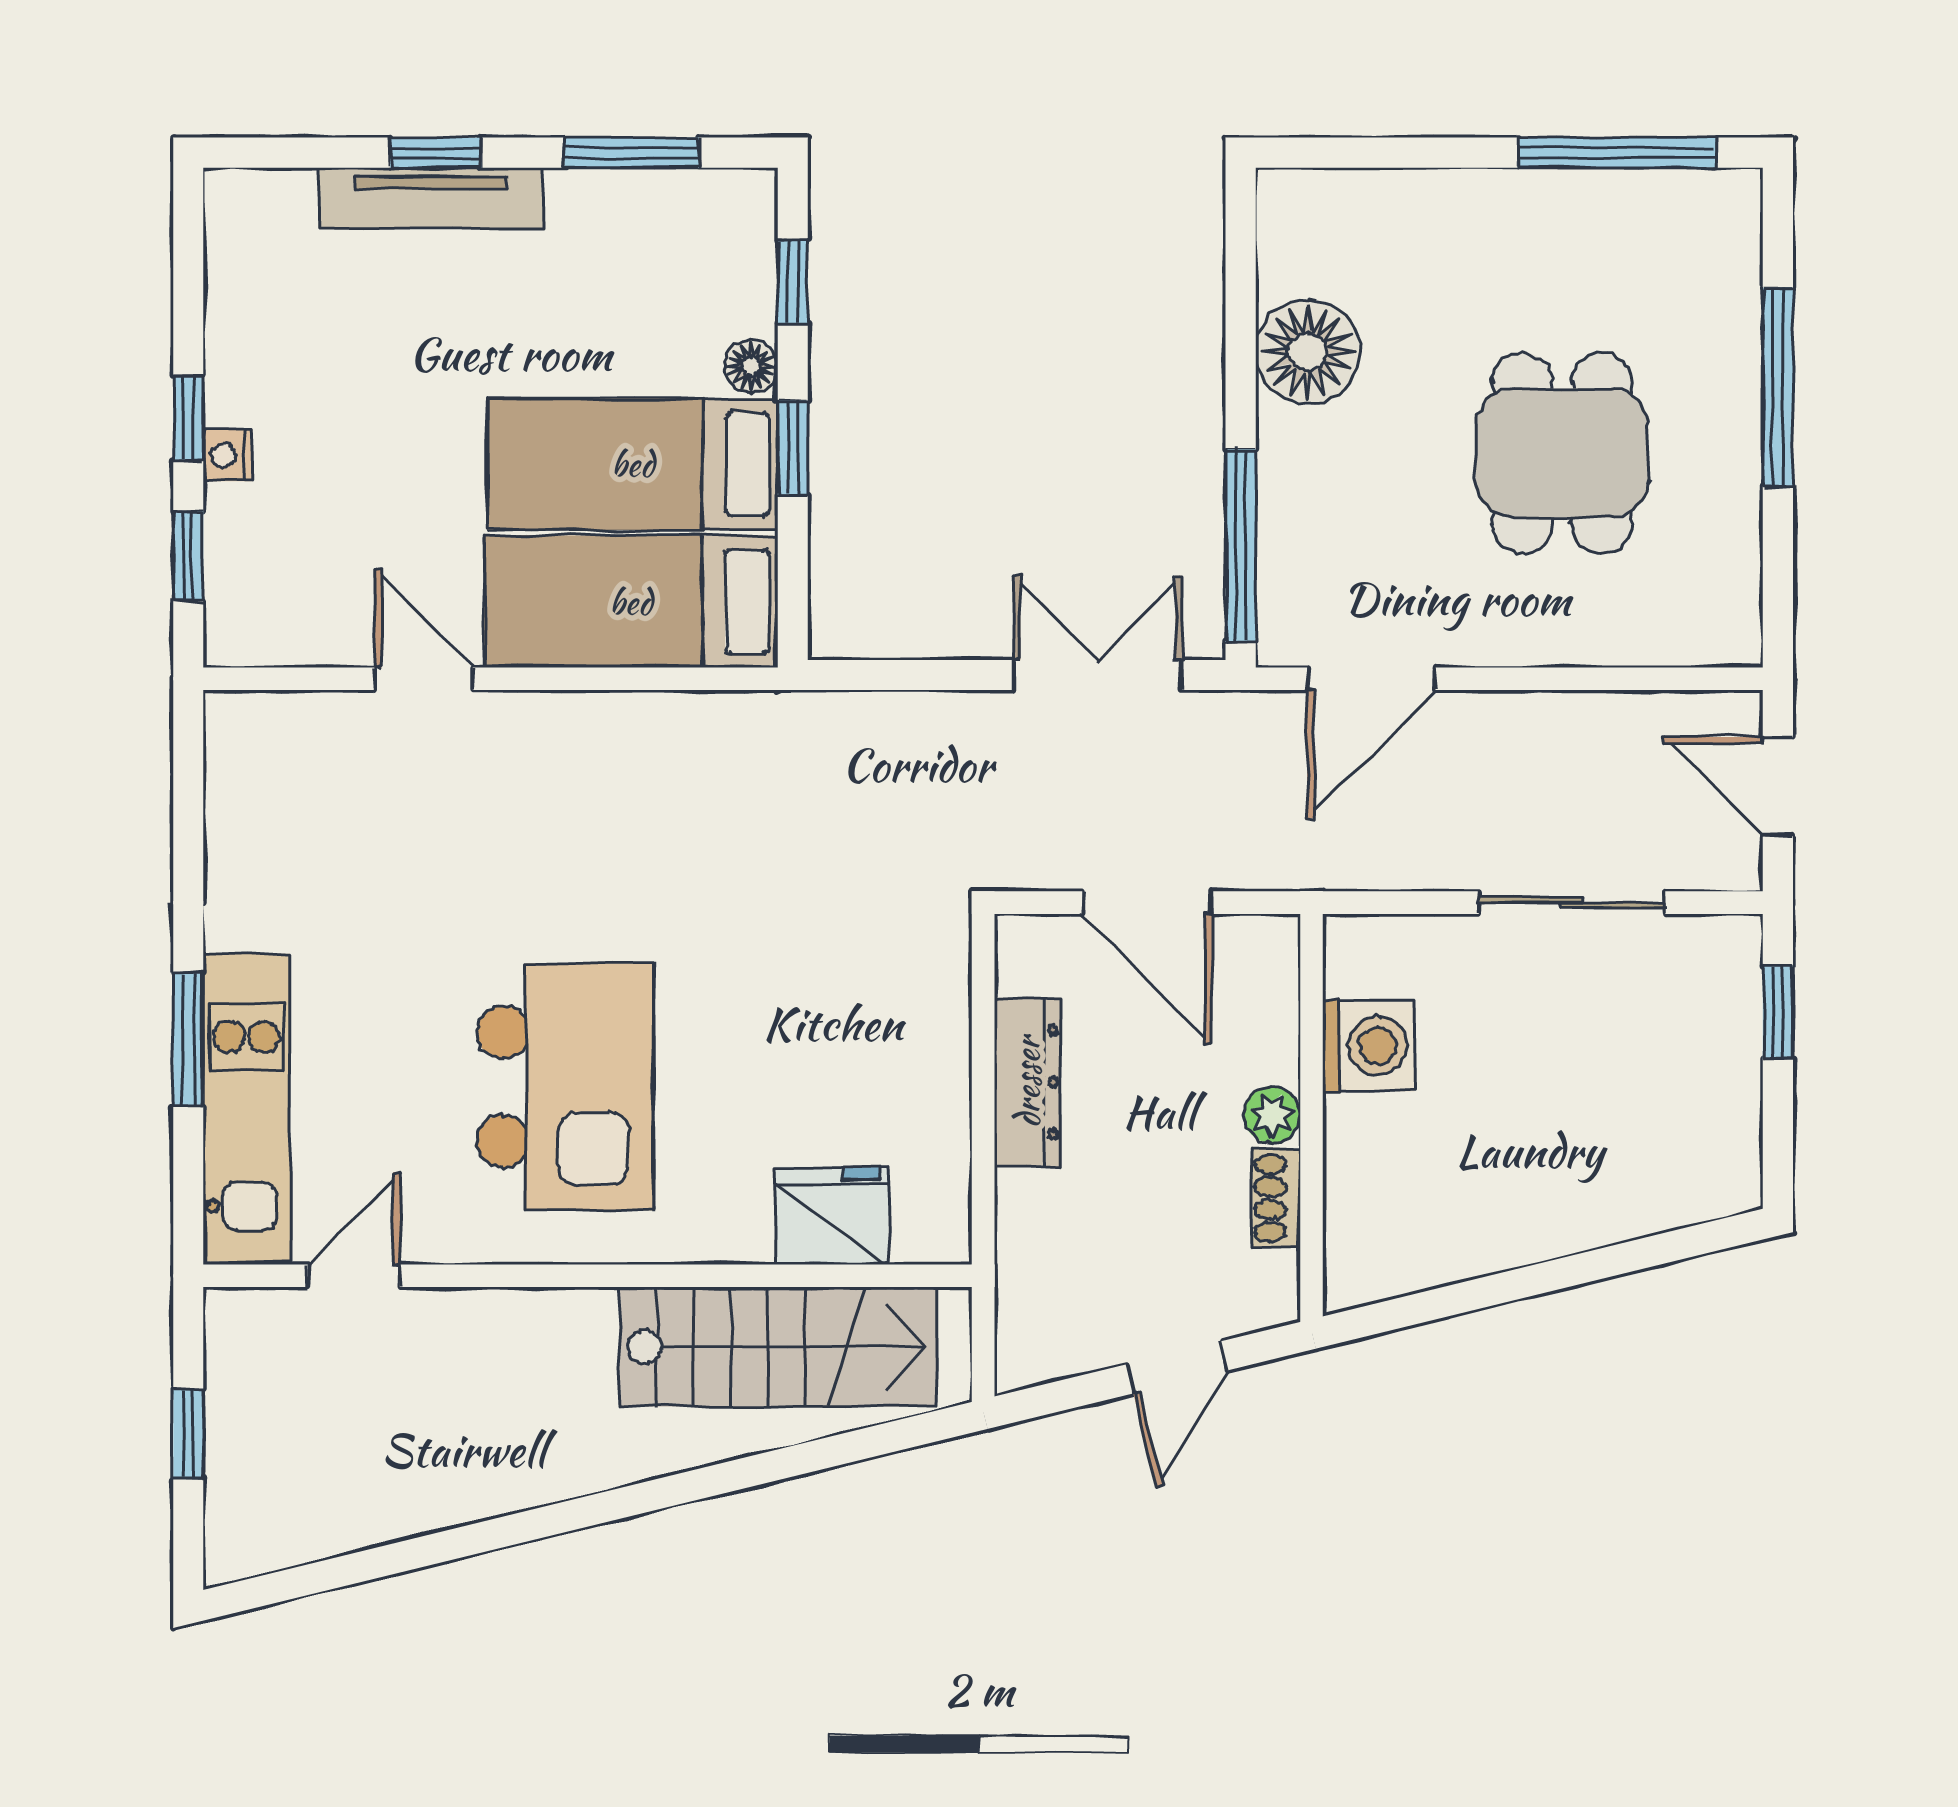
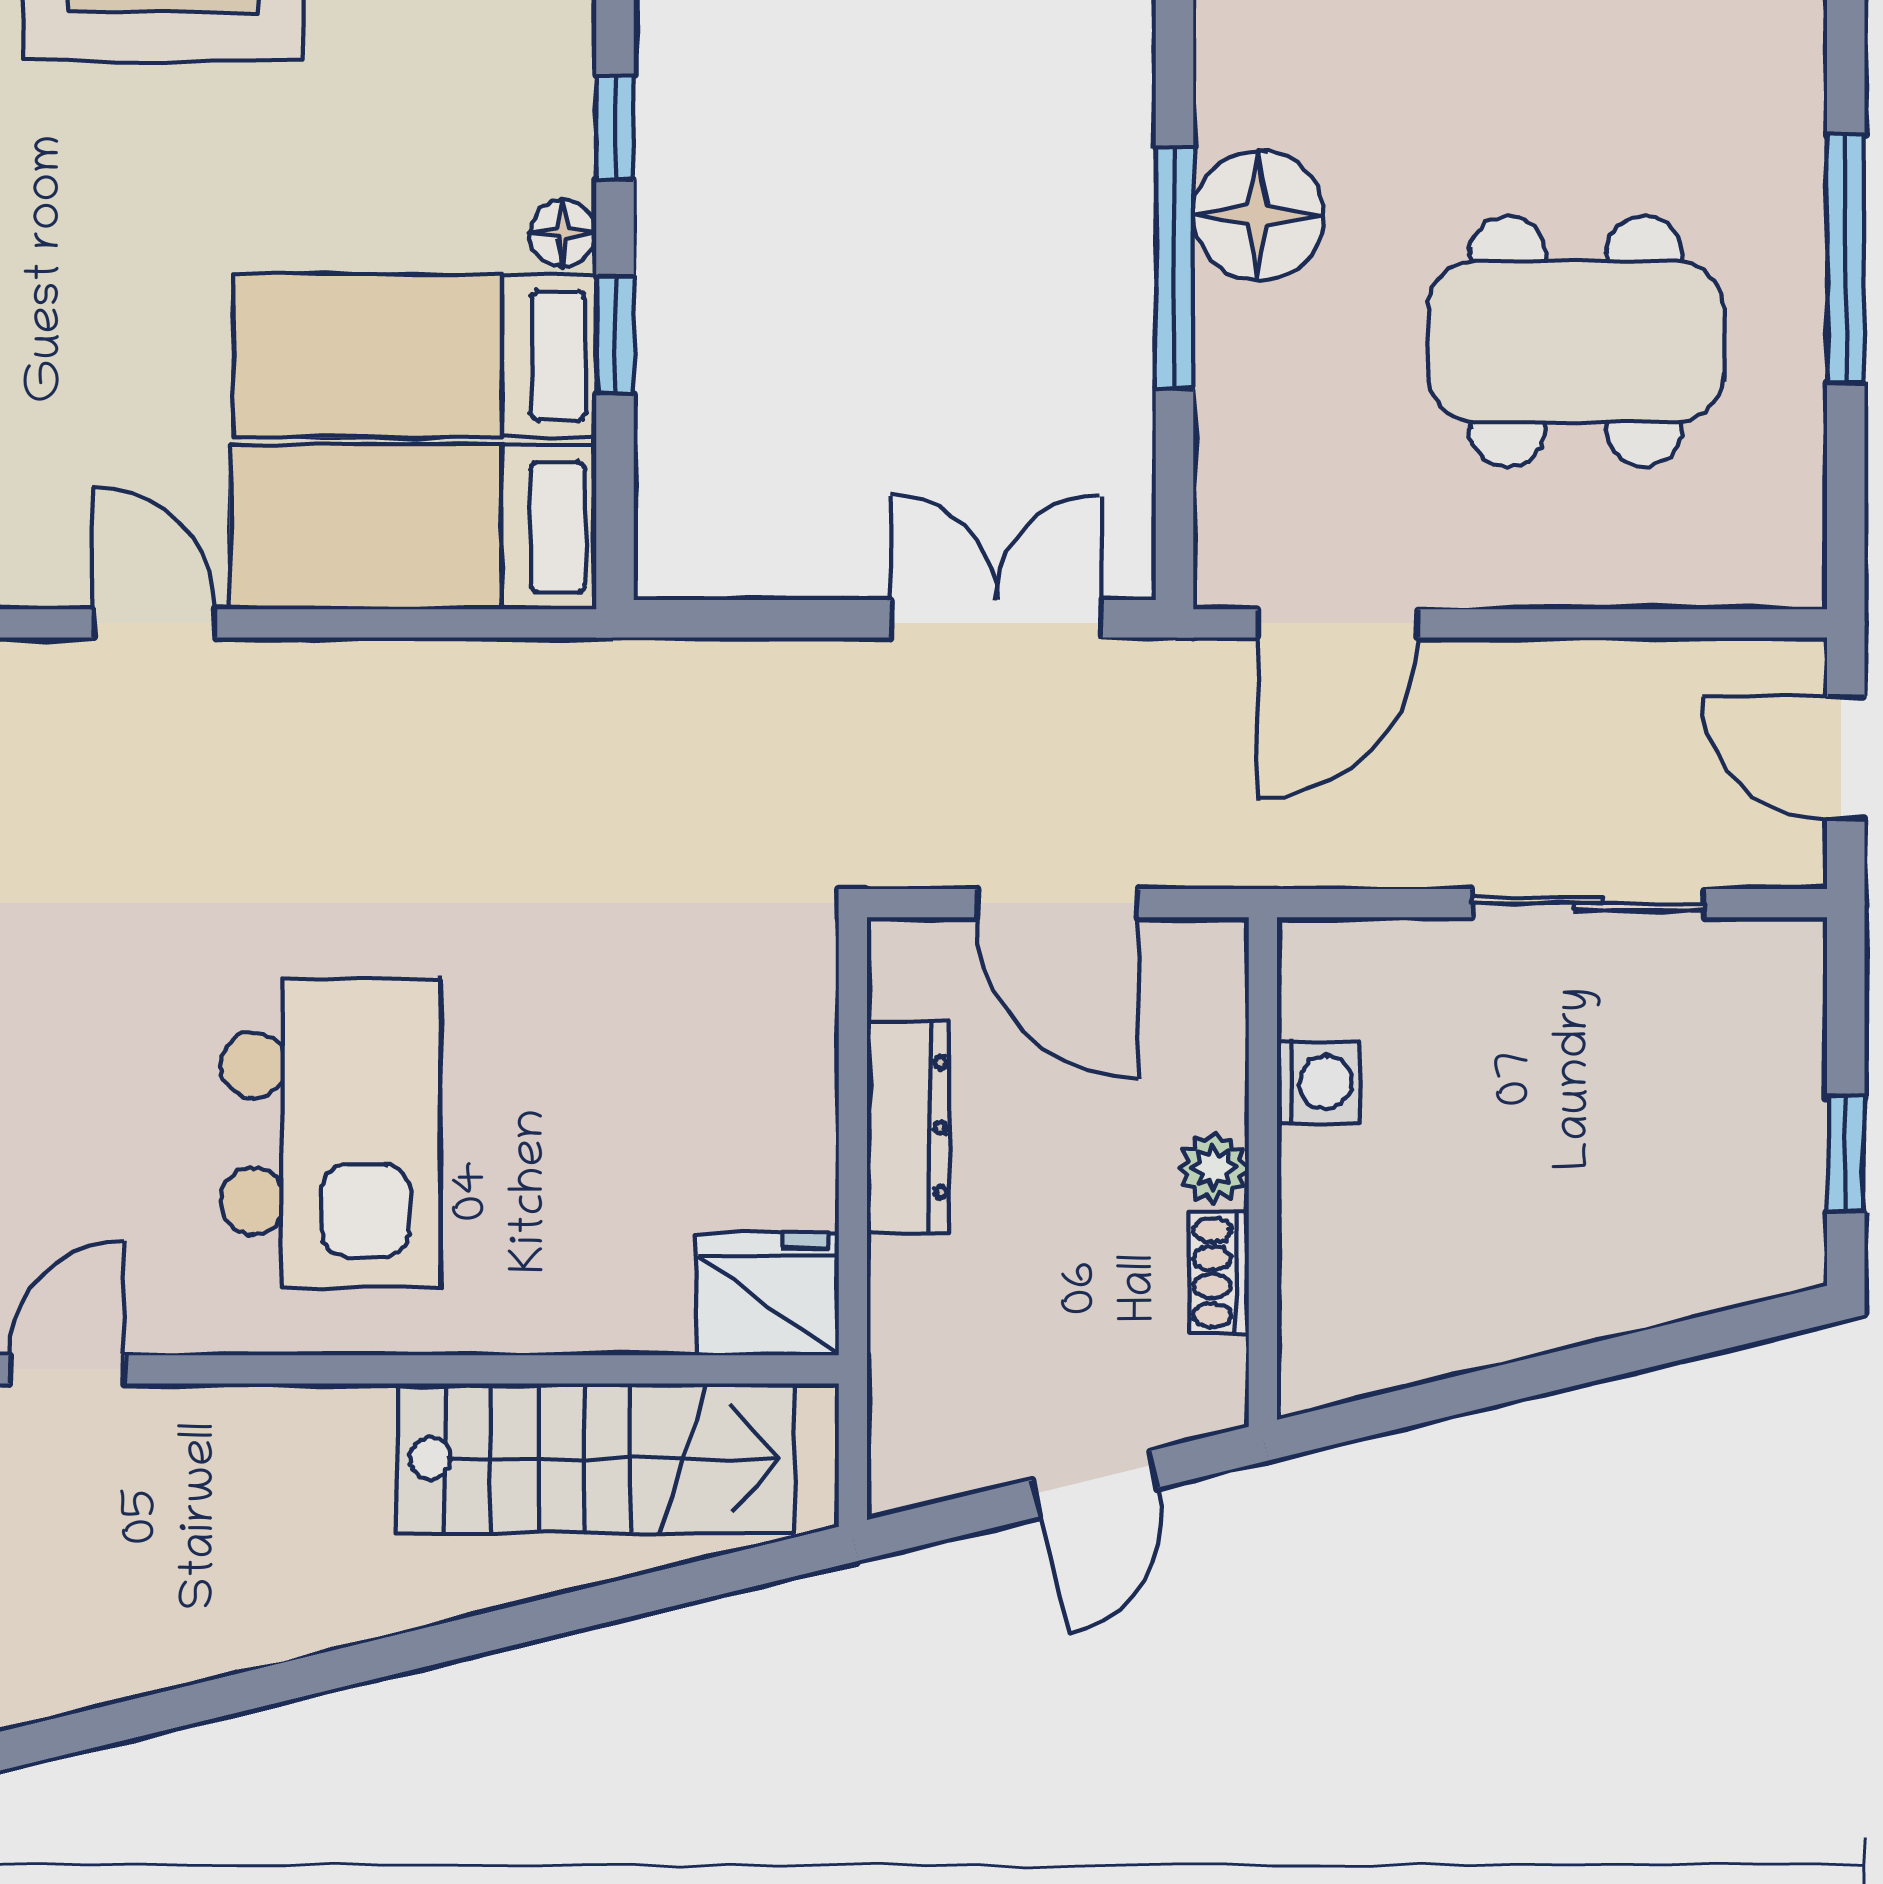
dining table: (1562, 453) -> (1576, 342), width x1.38
window: (1241, 545) -> (1174, 268), moved
window: (1778, 1012) -> (1846, 1154), moved
washing machine: (1368, 1046) -> (1318, 1082), width x0.73, depth x0.73
fridge: (832, 1216) -> (768, 1294), moved

